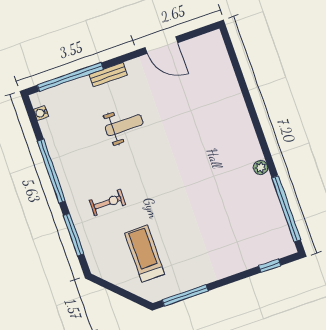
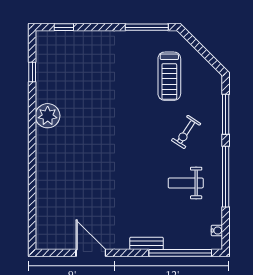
weight bench: (124, 125) -> (186, 183), moved
plant: (261, 168) -> (48, 116), width x1.87, depth x1.87
exercise bike: (108, 203) -> (186, 132), turned -57
window: (286, 209) -> (32, 72), width x0.32

